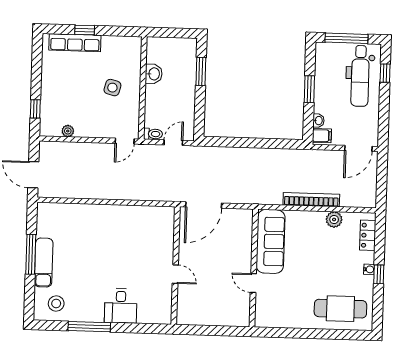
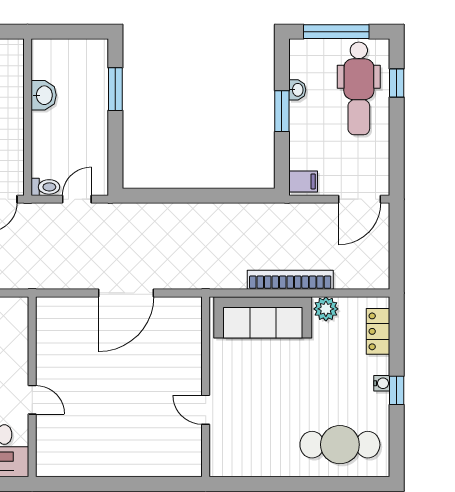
washbasin: (318, 121) -> (297, 90), moved
sofa: (271, 241) -> (263, 317), moved, turned 90
wall: (176, 266) -> (32, 387), moved
door: (175, 274) -> (32, 400), moved

